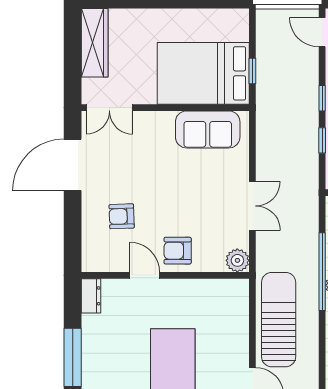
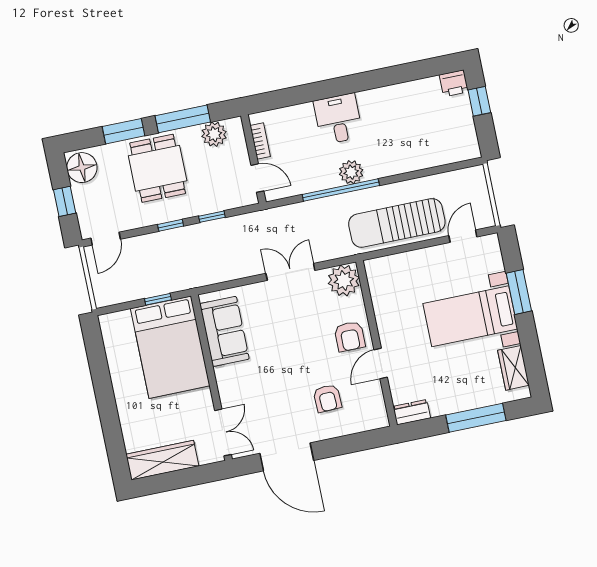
plant: (237, 260) -> (344, 280), width x1.36, depth x1.36

